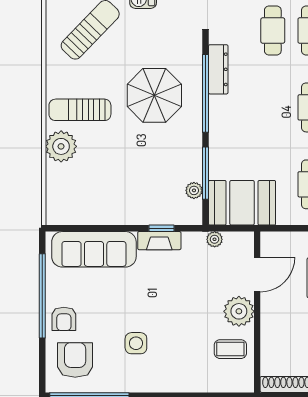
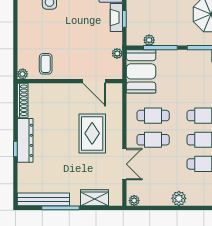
plant: (239, 311) -> (23, 74), moved, width x0.53, depth x0.53

